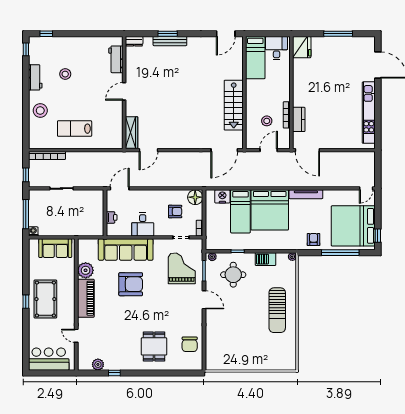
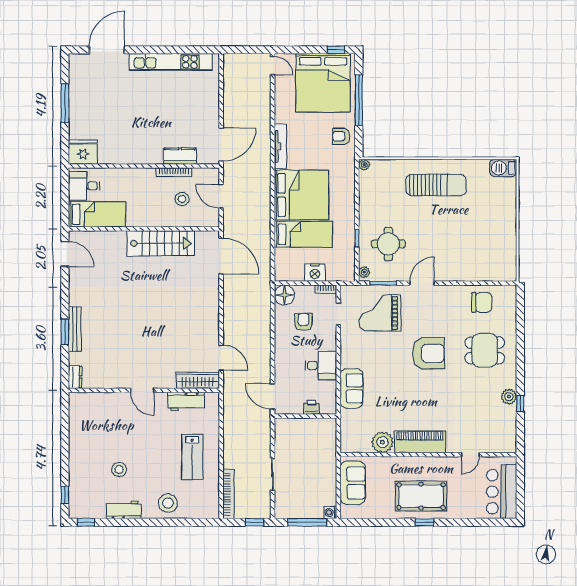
workbench: (116, 59) -> (186, 401), moved
nightstand: (222, 196) -> (315, 273), moved, turned -90
sofa: (126, 250) -> (351, 388), width x0.54, depth x0.79
barbecue: (265, 259) -> (503, 168), moved, turned 90
armchair: (131, 284) -> (428, 353), moved, turned 90
plant: (98, 364) -> (509, 397), moved

